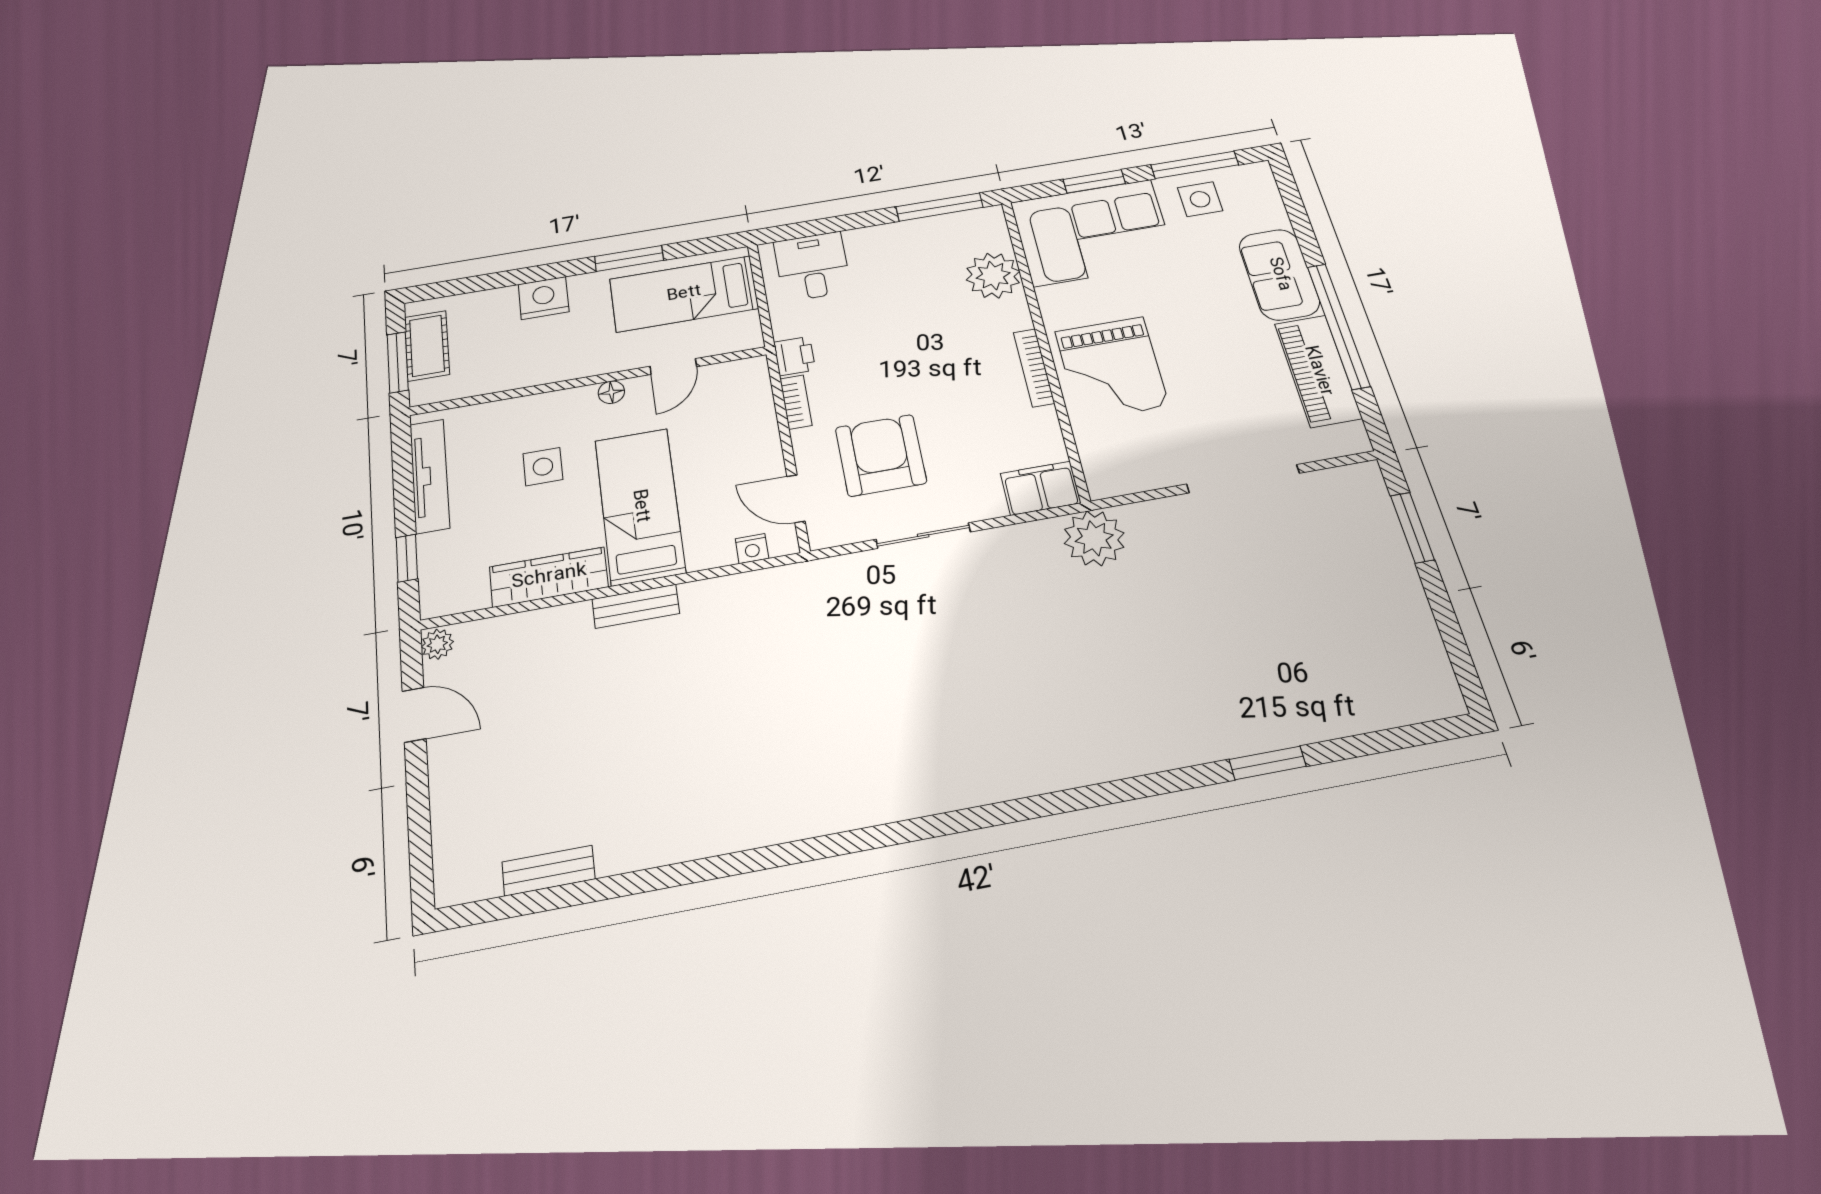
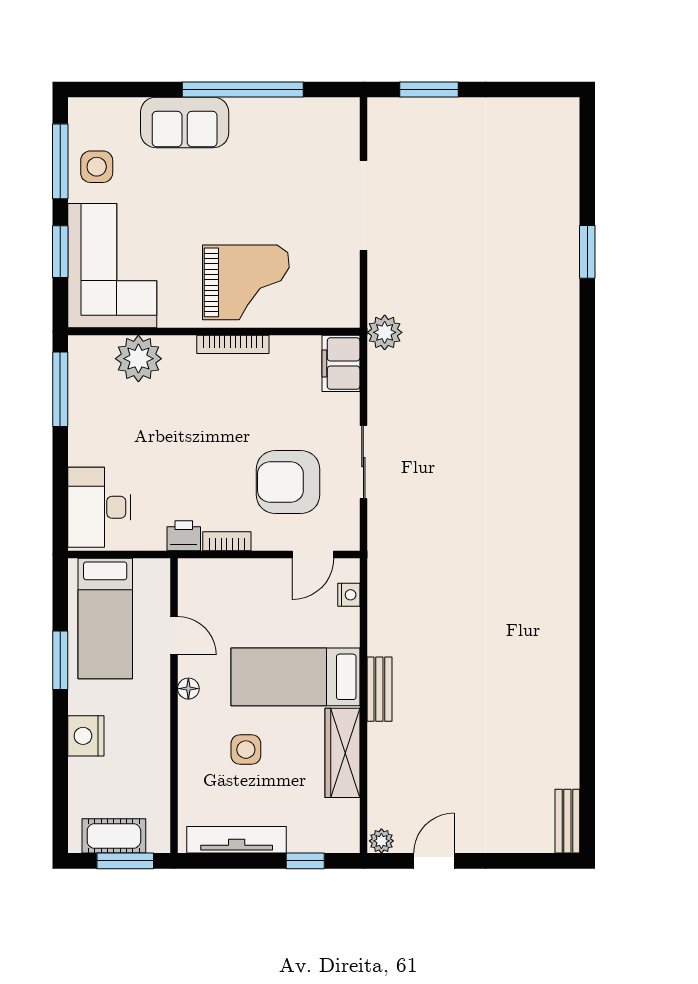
desk: (812, 266) -> (99, 507), width x1.37
piano: (1318, 371) -> (281, 119), removed
plant: (1094, 538) -> (385, 332), width x0.73, depth x0.73
bench: (549, 870) -> (567, 821), moved

